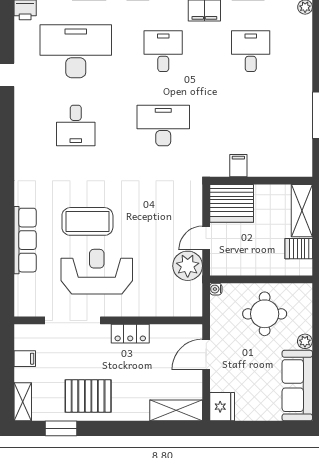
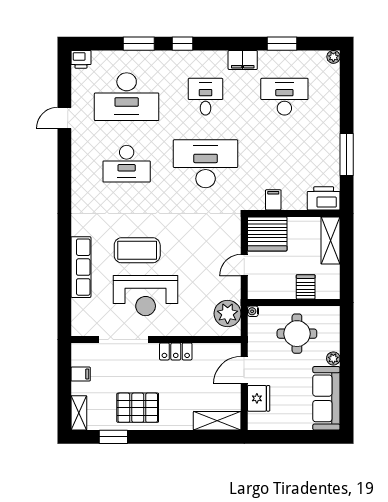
desk: (76, 51) -> (127, 97), turned 180
desk: (251, 51) -> (284, 97), width x1.37
desk: (76, 125) -> (127, 164), width x1.37
desk: (163, 125) -> (206, 164), width x1.36, depth x1.30
printer: (294, 164) -> (324, 198), added
server rack: (299, 249) -> (306, 287), moved, turned 90
plant: (188, 266) -> (228, 314), moved
reception desk: (97, 272) -> (146, 296), turned 180
fridge: (222, 407) -> (259, 398), moved

